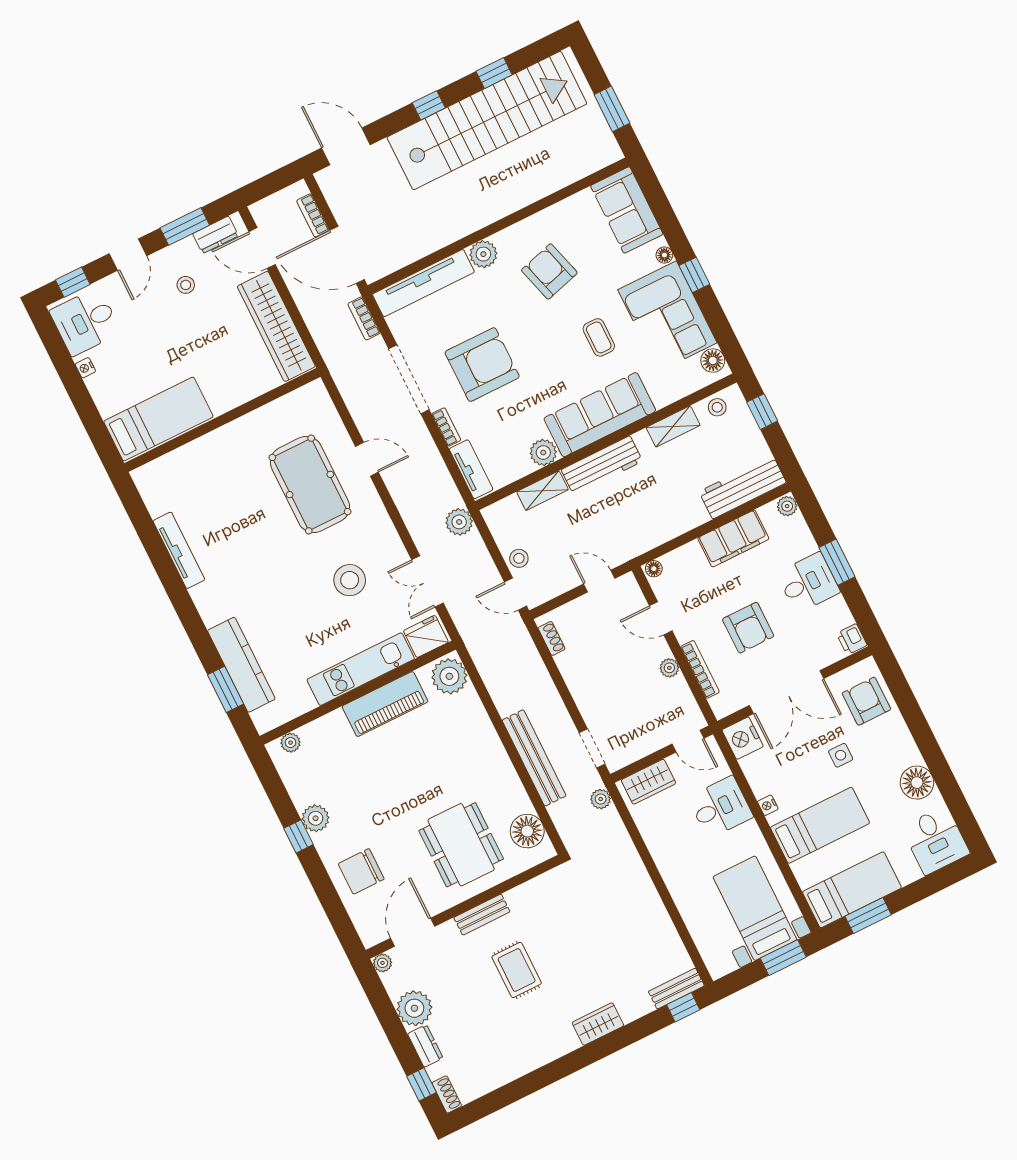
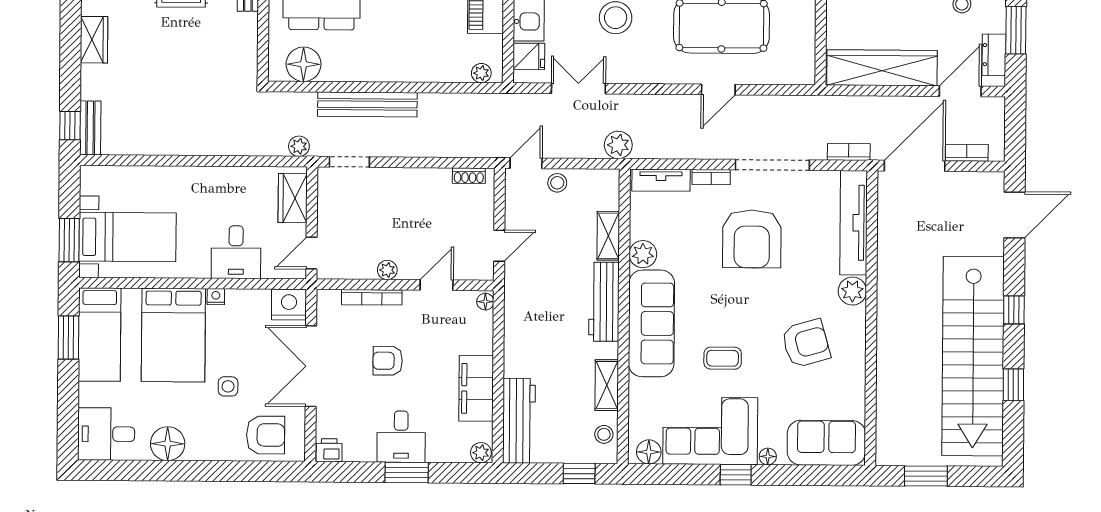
armchair: (748, 628) -> (388, 361), width x0.72, depth x0.72
fridge: (426, 636) -> (529, 56), width x0.72
plant: (449, 676) -> (481, 73), width x0.53, depth x0.53
bed: (820, 825) -> (173, 335), width x1.50

